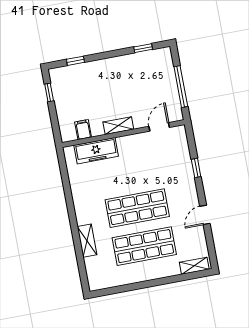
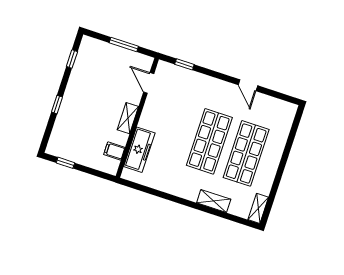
window: (75, 61) -> (57, 105), moved
window: (181, 87) -> (124, 44), width x0.69
window: (196, 168) -> (184, 64), moved
shelving: (194, 266) -> (258, 208), moved

